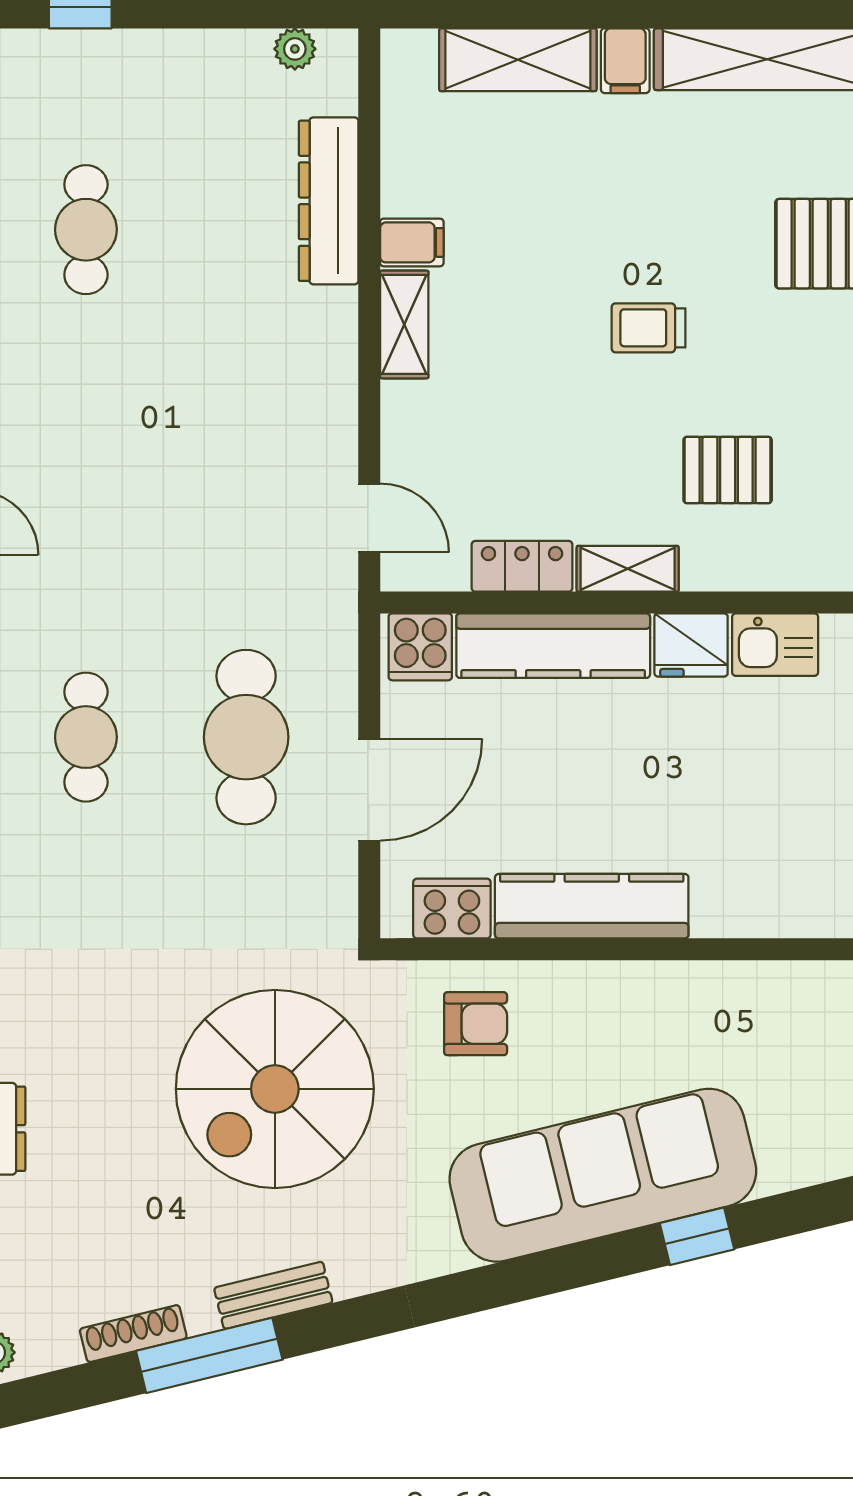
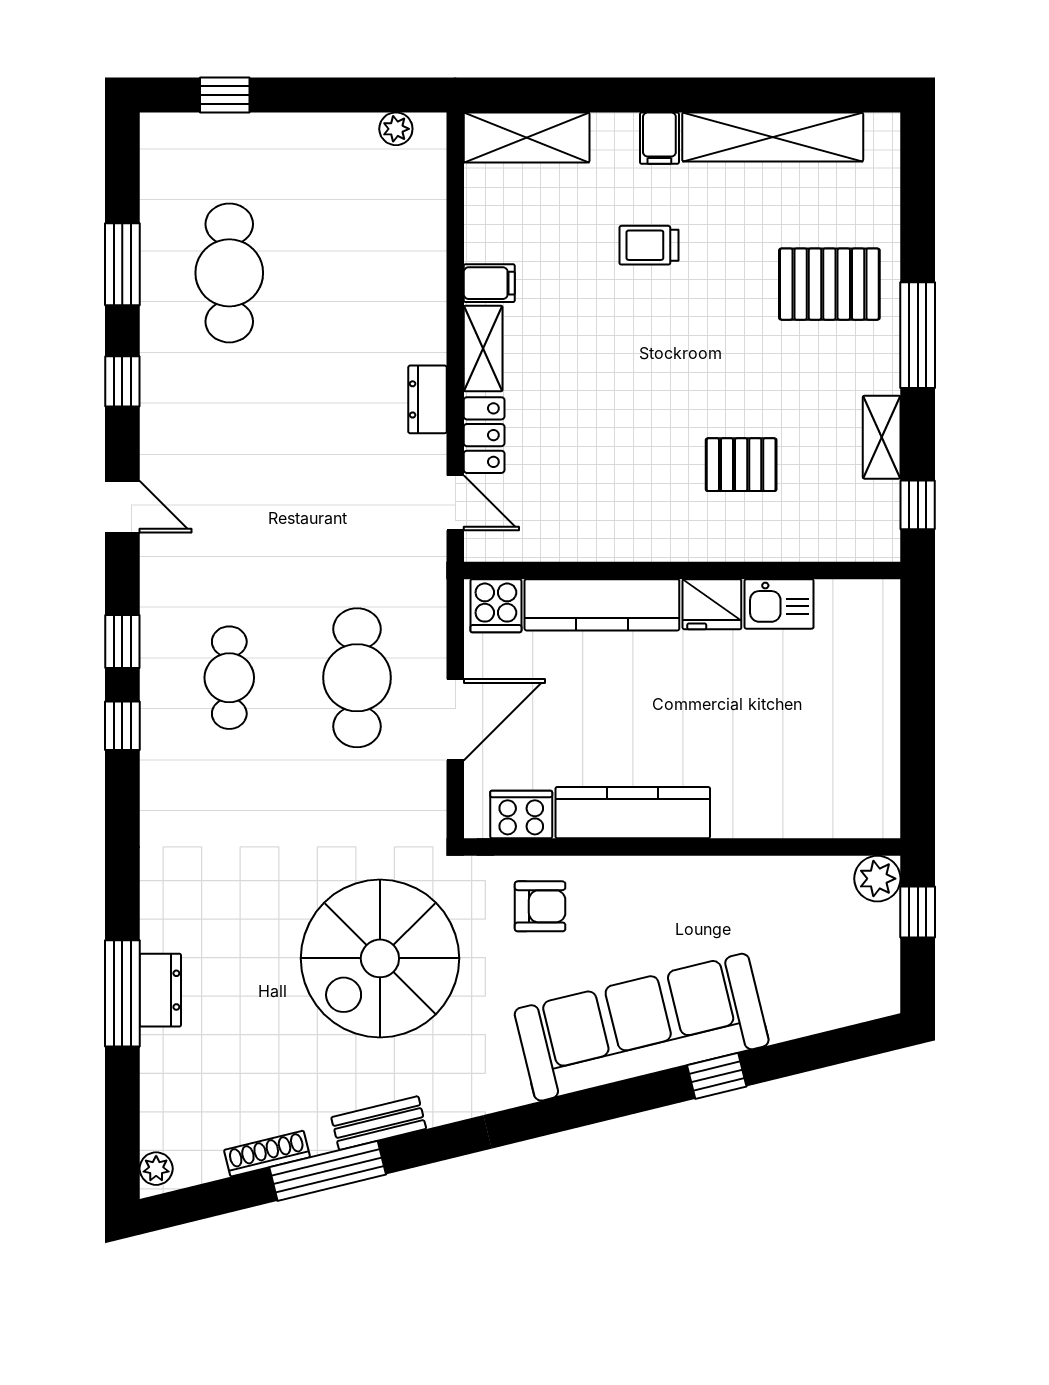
shelving: (518, 60) -> (527, 137), moved
dresser: (329, 201) -> (427, 399), moved, width x0.51, depth x0.80
cafe table: (86, 230) -> (229, 273), width x1.37, depth x1.35
trolley: (649, 328) -> (649, 245), moved
locker: (522, 566) -> (484, 435), moved, turned 90
shelving: (628, 569) -> (661, 543), removed

